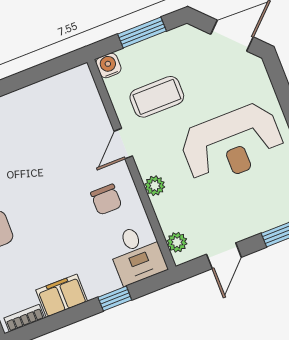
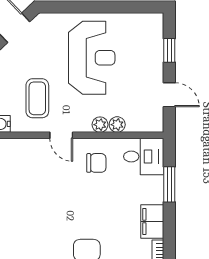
plant: (177, 242) -> (117, 125), moved
window: (115, 299) -> (169, 184), width x1.50

